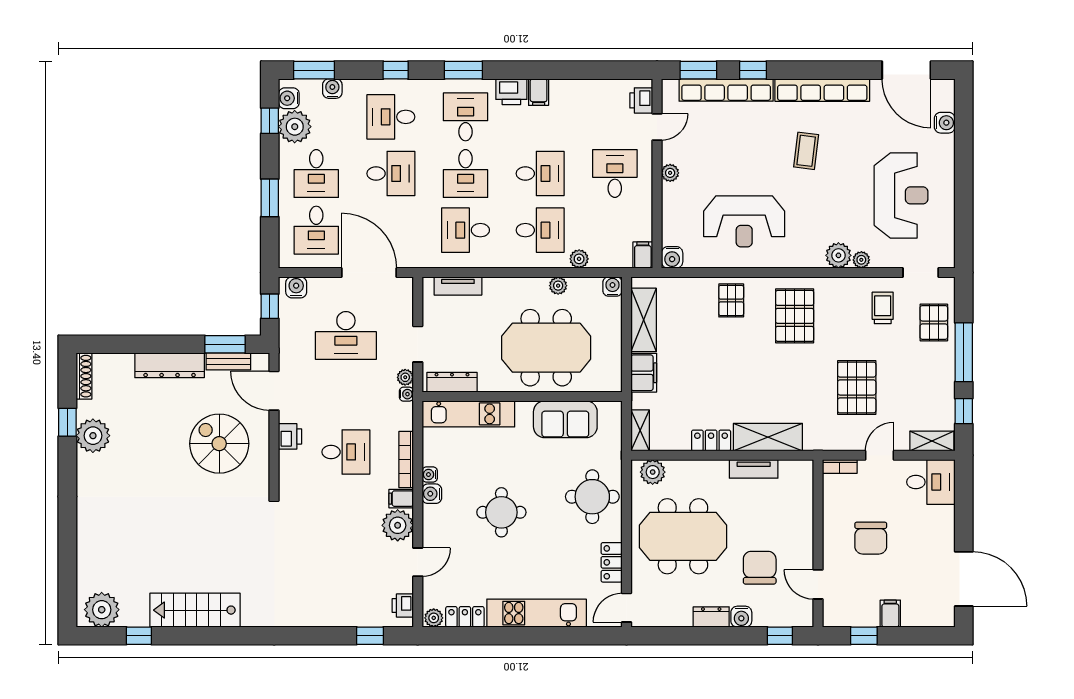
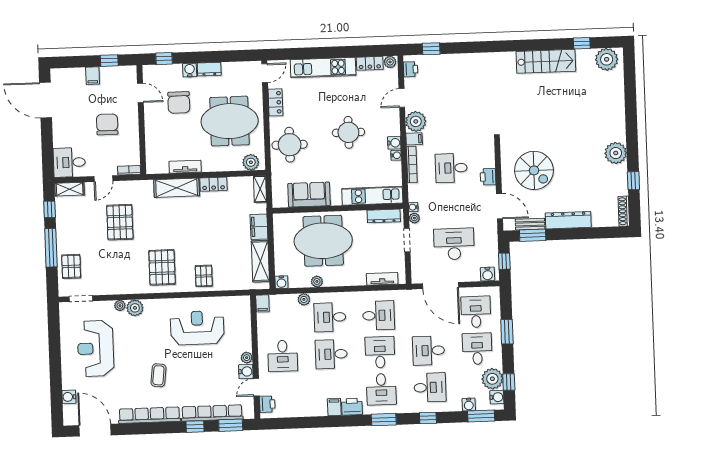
water cooler: (672, 257) -> (246, 372), moved, turned 90
trolley: (883, 308) -> (105, 275), removed
plant: (93, 436) -> (616, 153), moved

